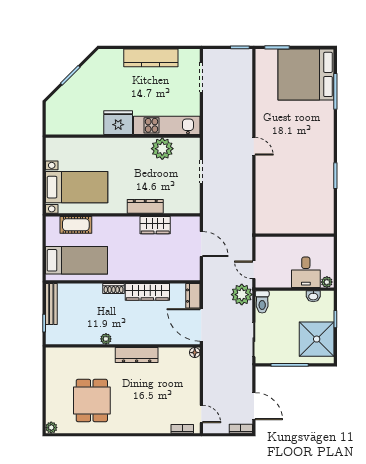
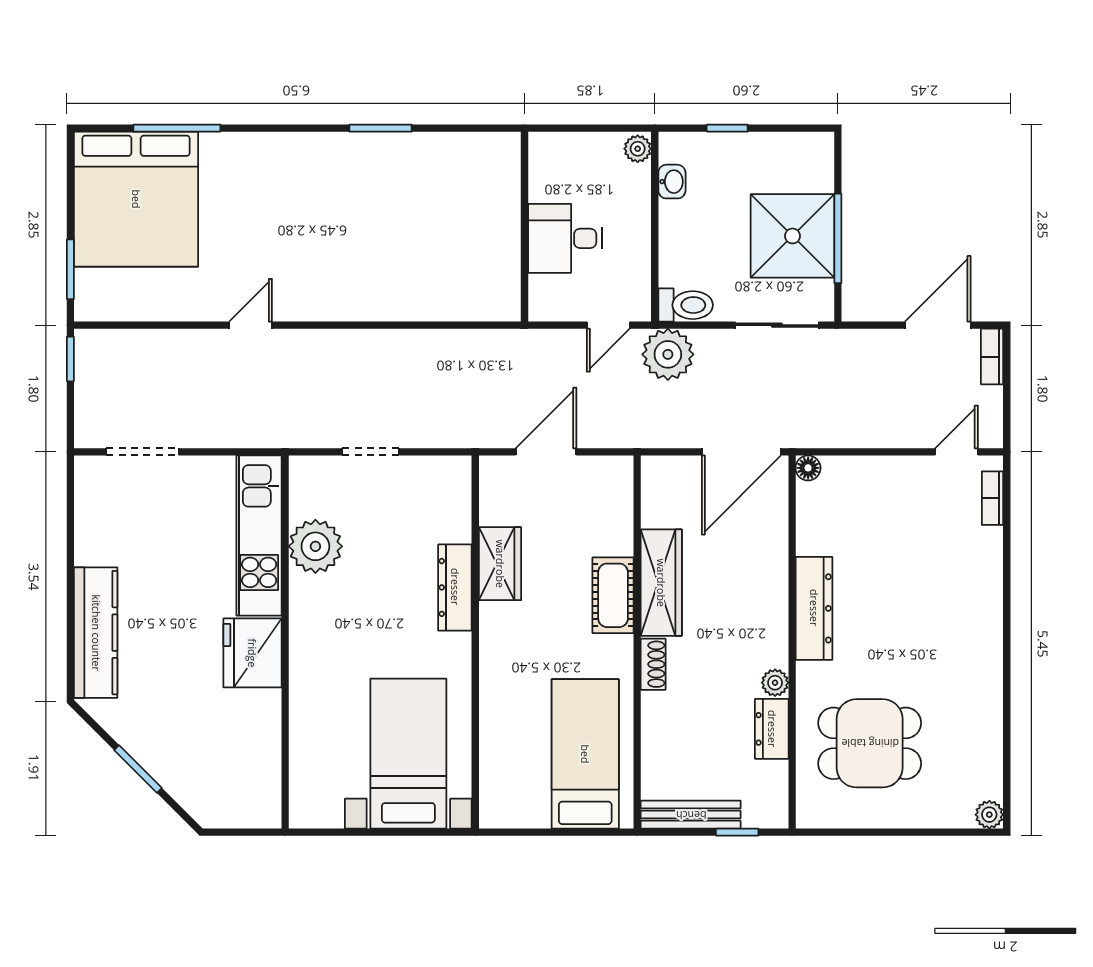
kitchen counter: (151, 58) -> (96, 633), moved
door: (254, 146) -> (250, 325), moved
cot: (76, 225) -> (613, 595), moved
desk: (306, 272) -> (565, 238), moved, turned 180
dresser: (193, 296) -> (772, 729), moved, turned 90
shower: (317, 339) -> (793, 236), moved
dining table: (92, 401) -> (870, 743), moved

